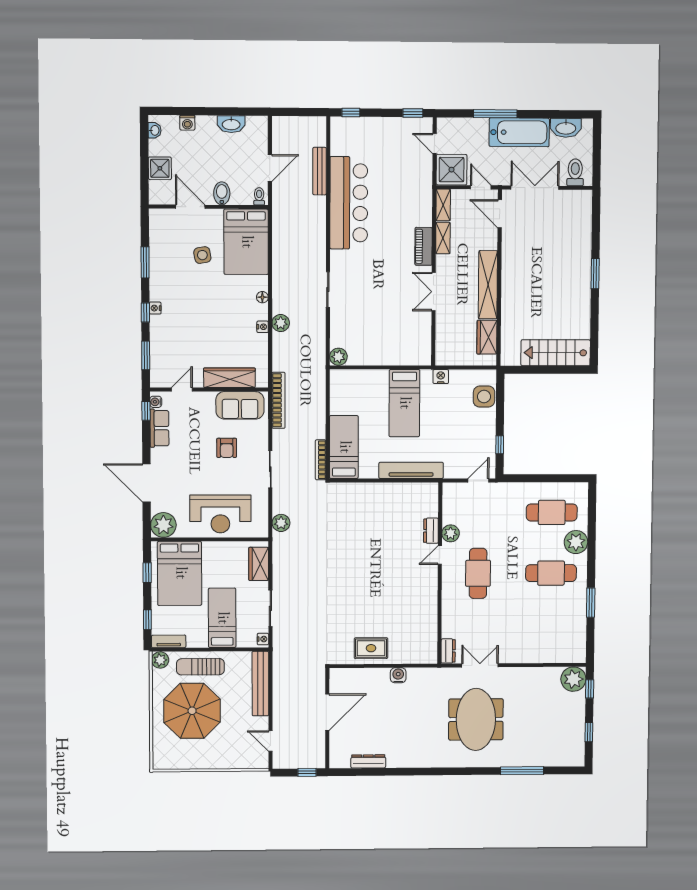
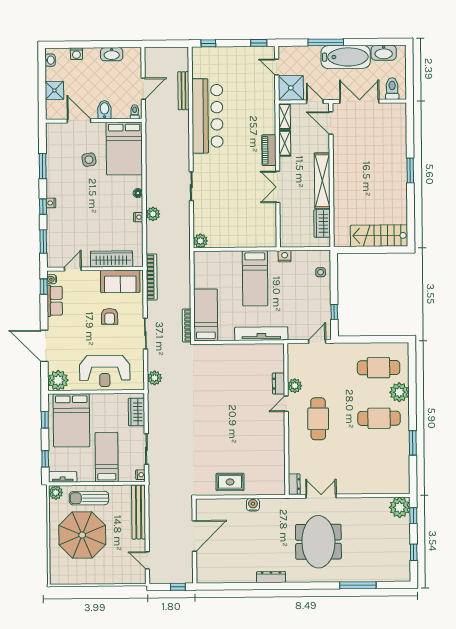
side table: (484, 397) -> (321, 272), width x0.54, depth x0.54
dresser: (368, 761) -> (271, 577), moved

